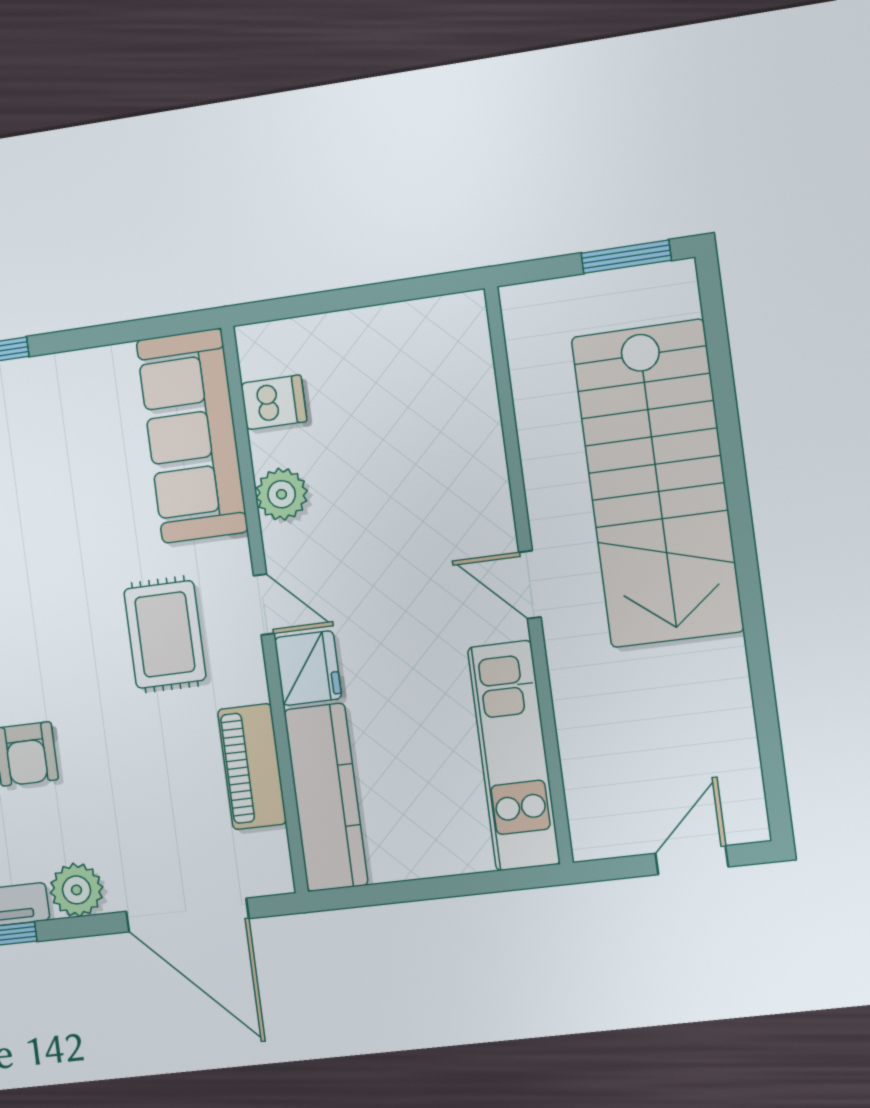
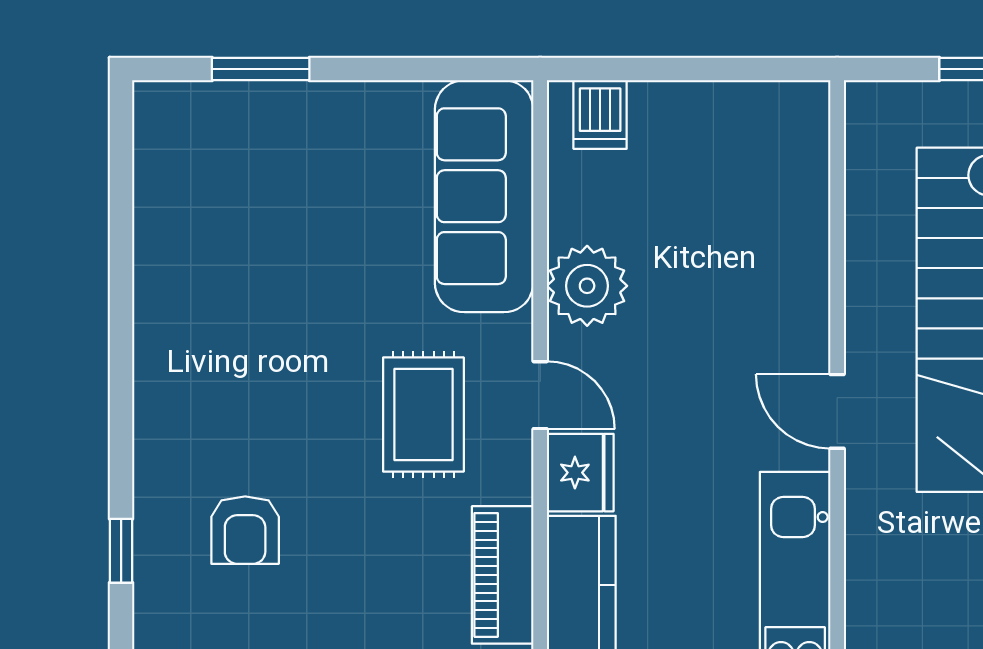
dishwasher: (274, 402) -> (600, 115), moved, turned 90
plant: (282, 494) -> (587, 286), width x1.36, depth x1.36

